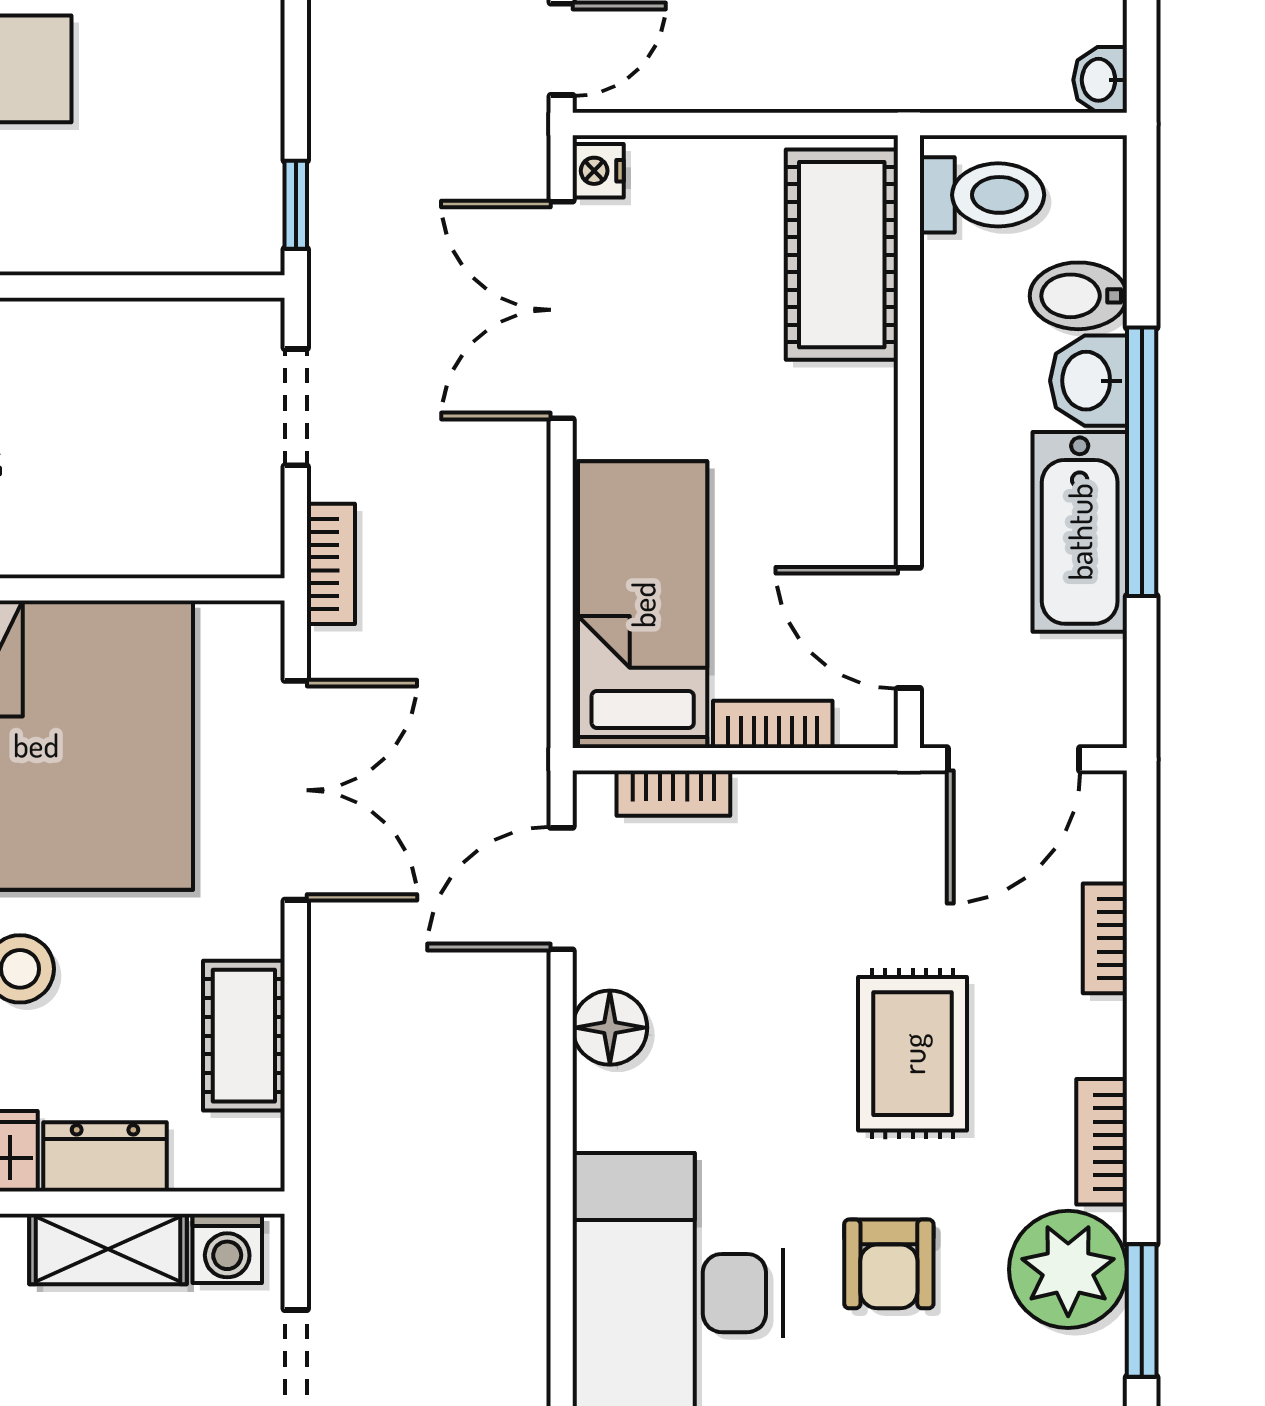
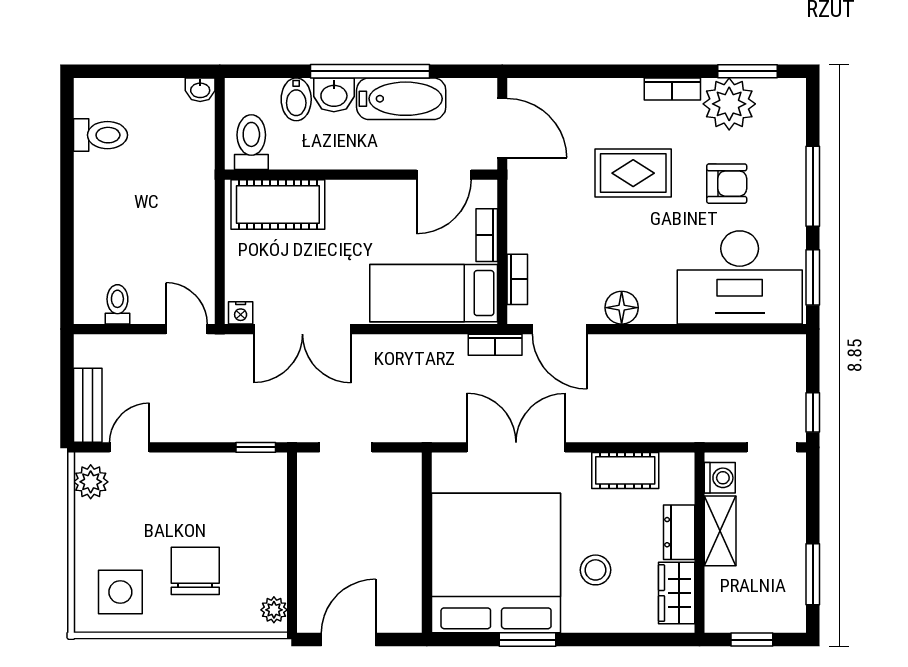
bookcase: (331, 564) -> (495, 345), moved, turned 180
bookcase: (1105, 938) -> (582, 88), removed

